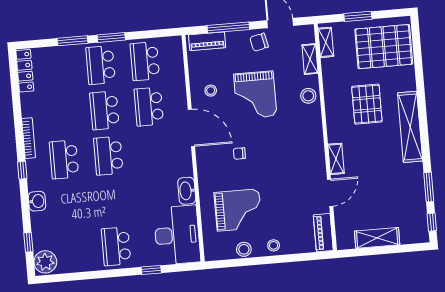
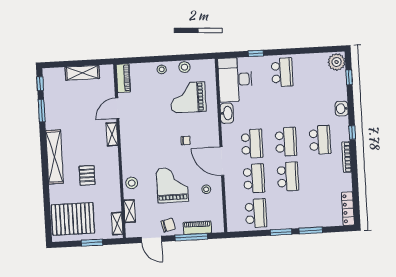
piano: (207, 41) -> (197, 228), moved
school desk: (101, 65) -> (252, 144), moved
pallet: (367, 104) -> (87, 175), width x0.67, depth x0.71

